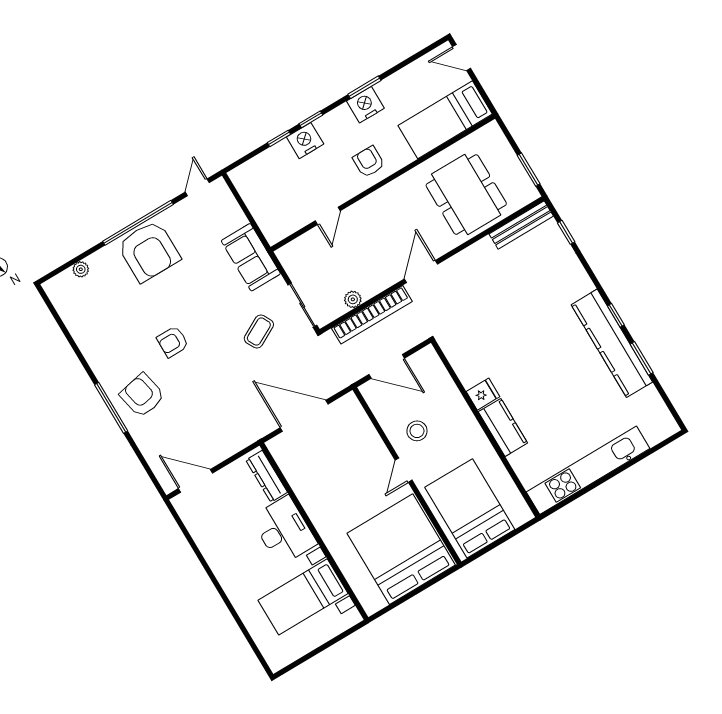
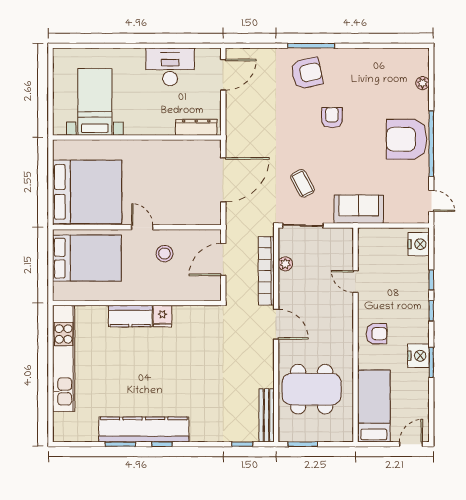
nightstand: (305, 141) -> (419, 244), moved
desk: (284, 531) -> (170, 67), moved, turned 180

